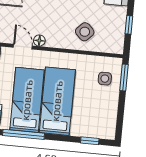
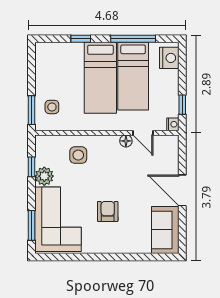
plant: (118, 15) -> (44, 176), added
side table: (85, 32) -> (78, 155), turned 45
window: (90, 141) -> (81, 39), moved

